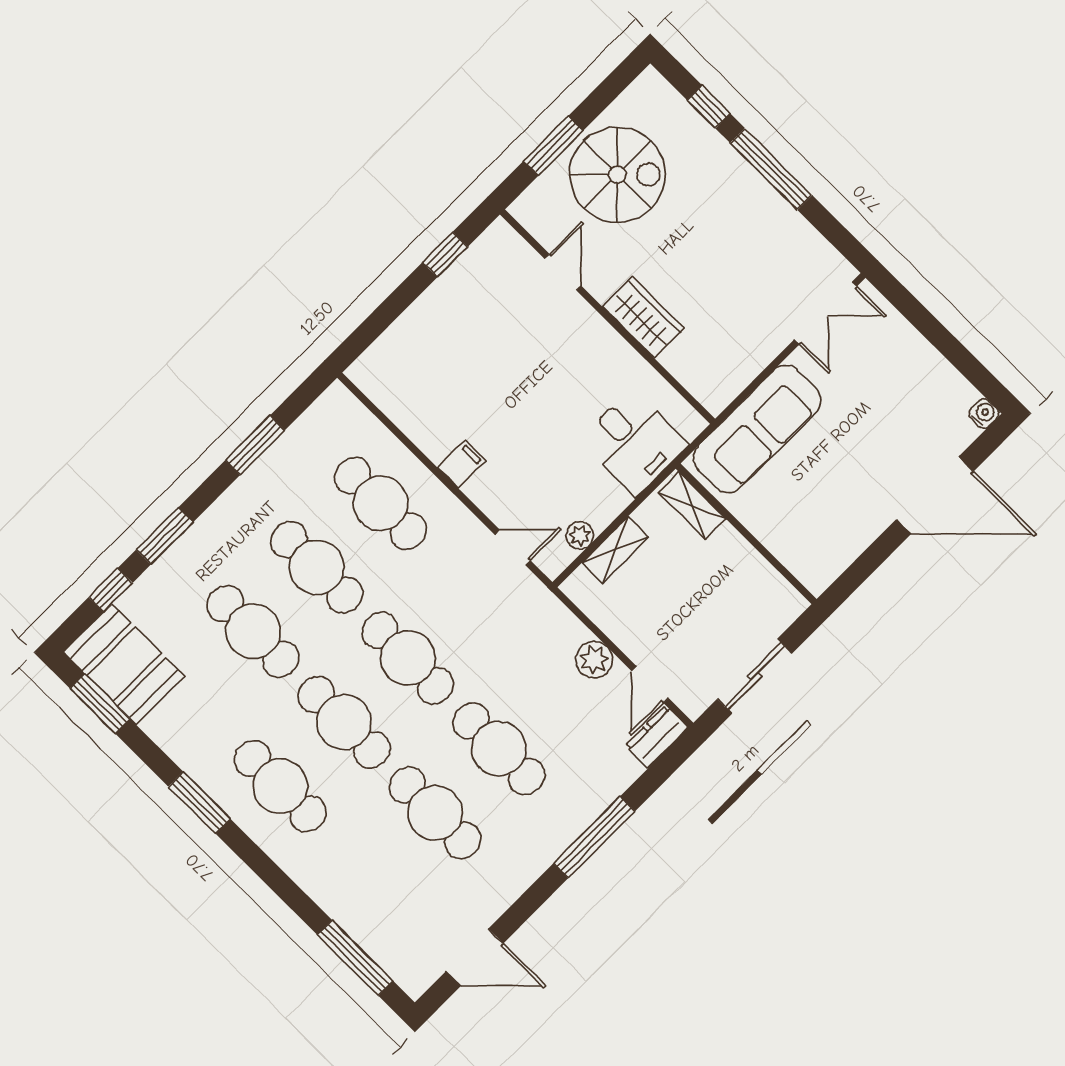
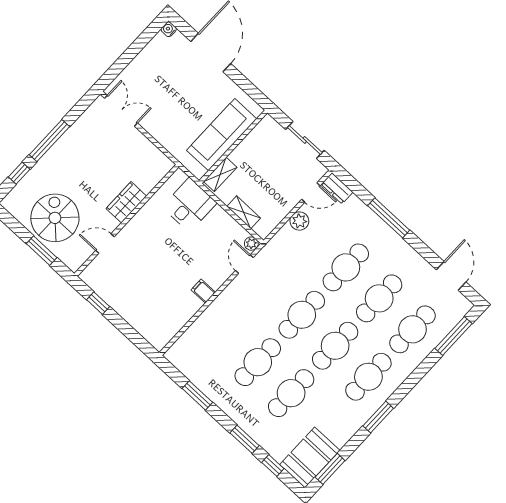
sofa: (757, 429) -> (222, 135), moved, turned -90
cafe table: (381, 503) -> (412, 329), moved
plant: (580, 536) -> (251, 244), moved

